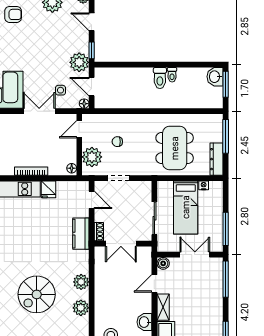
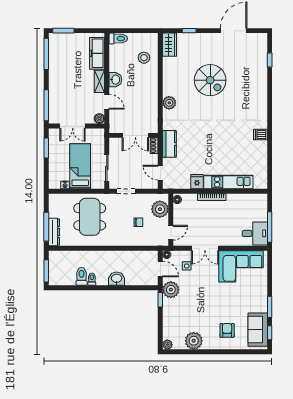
armchair: (13, 14) -> (227, 330), turned 90
door: (92, 22) -> (160, 324), removed
washbasin: (215, 77) -> (117, 279), moved, turned -90
toilet: (160, 78) -> (82, 276), moved
dresser: (216, 159) -> (54, 232), moved
doorway: (118, 178) -> (126, 191), moved
sliding door: (154, 218) -> (107, 168), moved
window: (226, 229) -> (46, 148), width x0.69
double door: (121, 244) -> (135, 135), swing flipped
door: (154, 283) -> (107, 102), hinge flipped
spiral stairs: (37, 294) -> (210, 80), moved, turned 90
plant: (81, 308) -> (169, 81), removed
washbasin: (144, 322) -> (115, 80), moved

